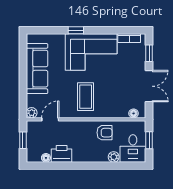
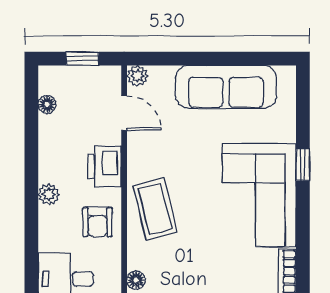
coffee table: (86, 97) -> (155, 209), moved, turned 76
printer: (62, 154) -> (105, 166), moved, turned 180
plant: (114, 157) -> (49, 194), moved

